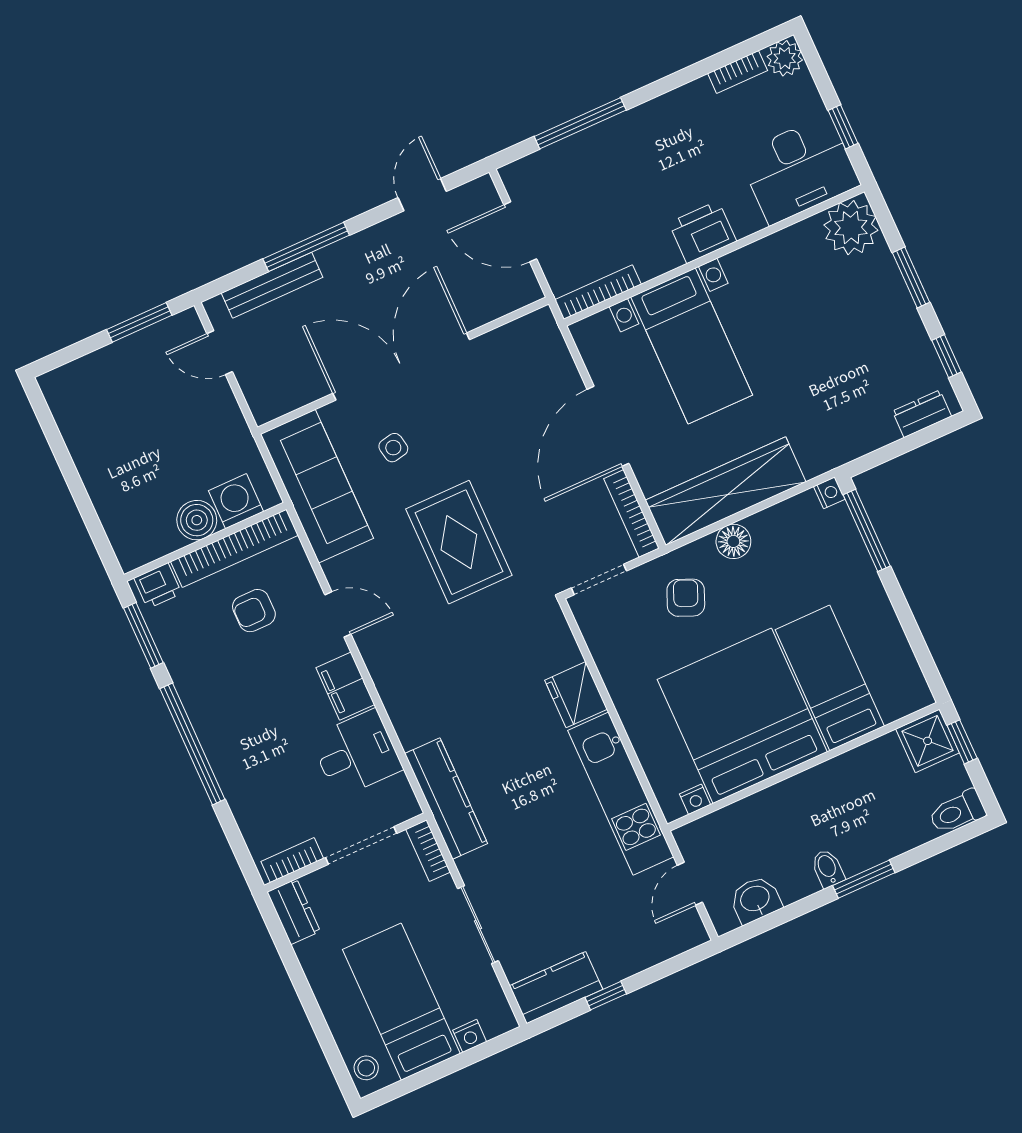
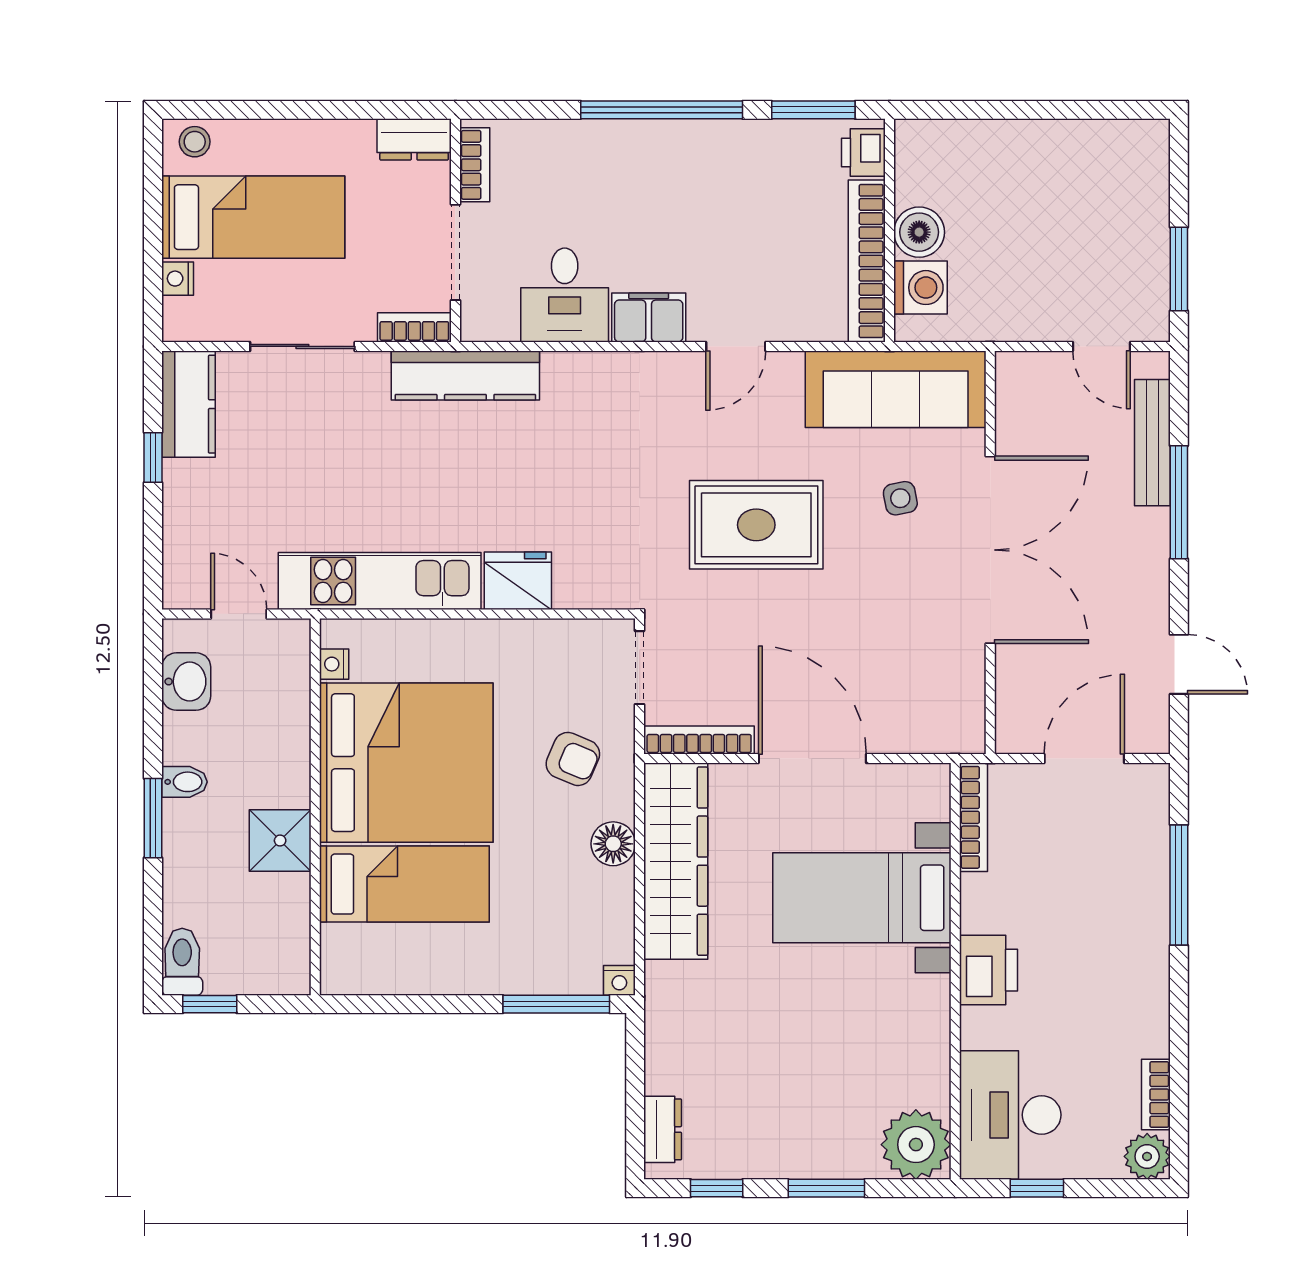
door: (220, 353) -> (1102, 346), swing flipped
armchair: (254, 611) -> (784, 251), removed
shower: (928, 741) -> (280, 841), moved
window: (962, 742) -> (210, 1004), moved

